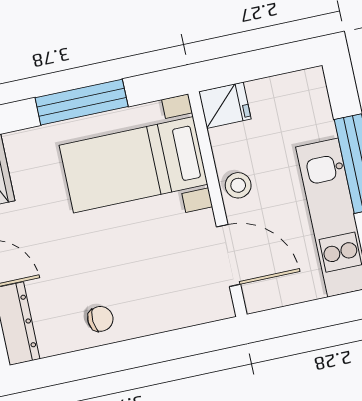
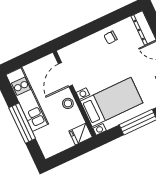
door: (229, 256) -> (65, 75), hinge flipped

